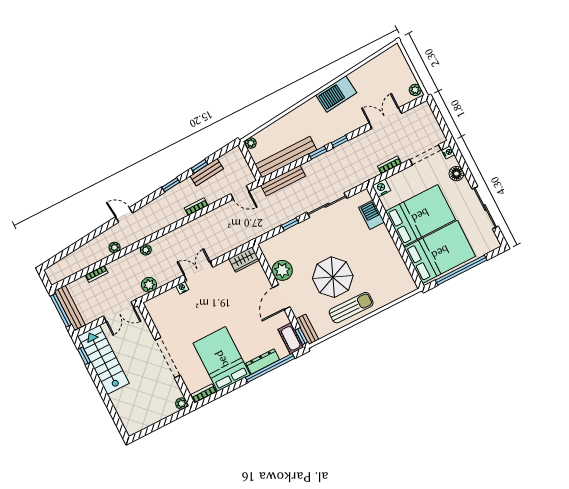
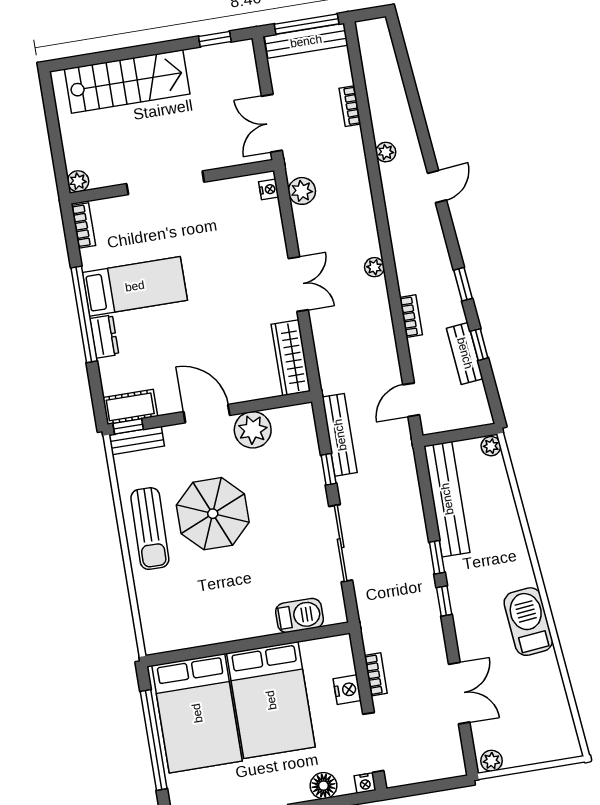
bench: (283, 181) -> (340, 435), moved
nightstand: (382, 188) -> (347, 690), moved
plant: (146, 250) -> (374, 267), moved
wardrobe: (244, 260) -> (291, 358), width x1.50
nightstand: (182, 288) -> (269, 189), moved
bed: (222, 359) -> (135, 286), width x0.67
stairs: (103, 360) -> (127, 81), moved
dresser: (263, 361) -> (104, 337), width x0.70
window: (270, 368) -> (84, 314), moved

